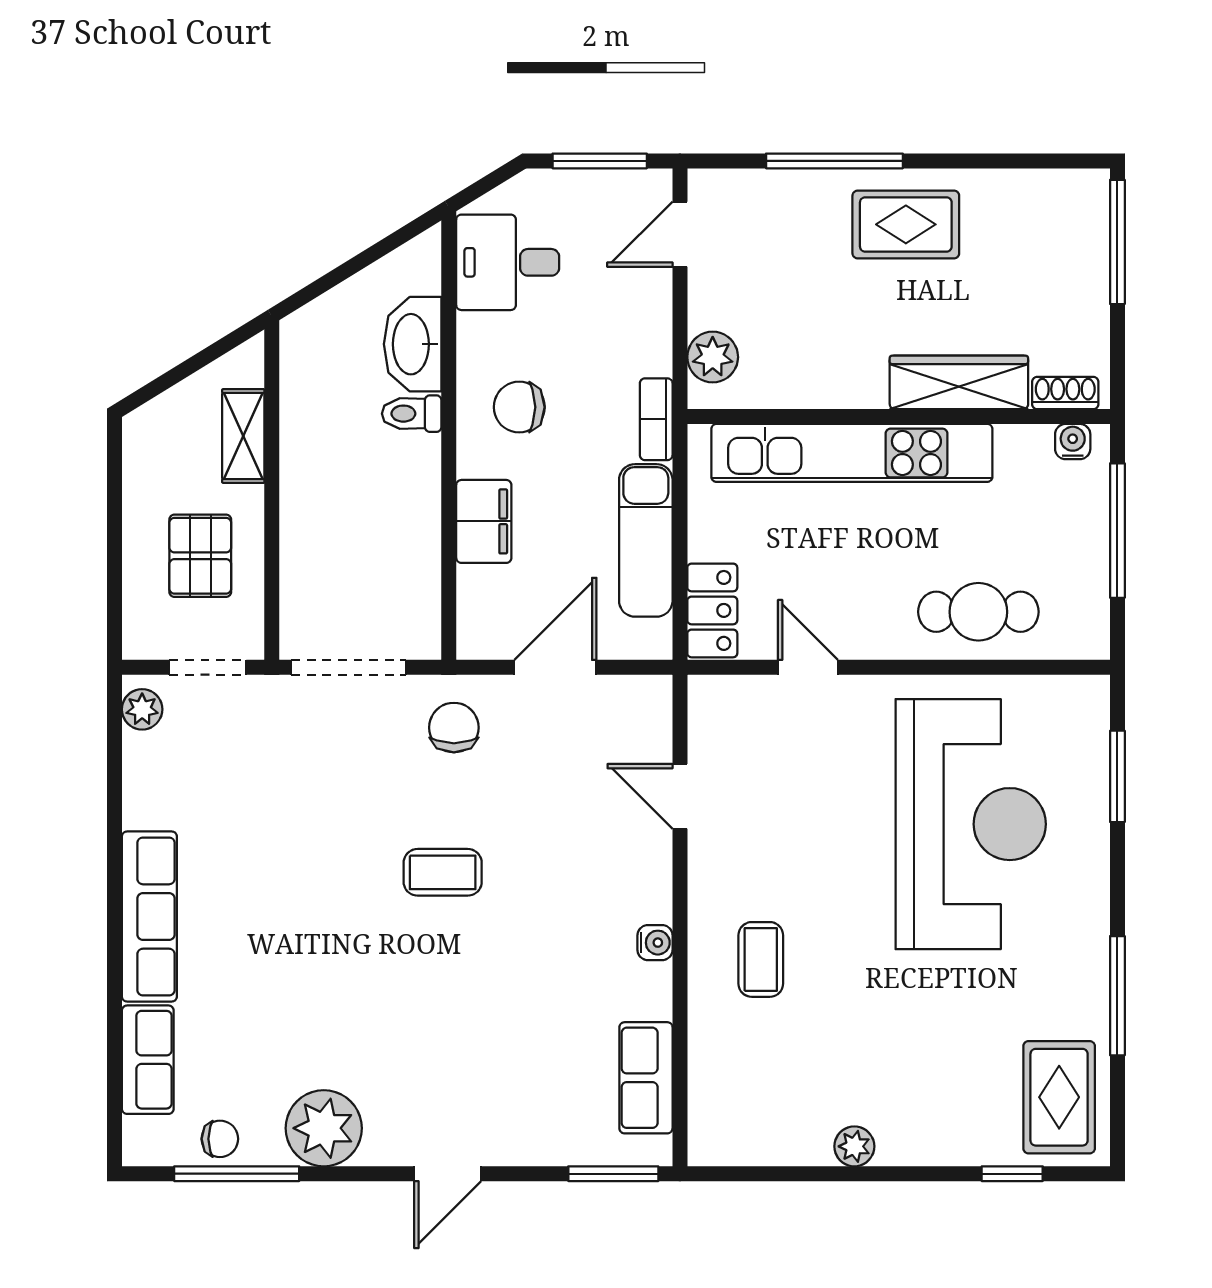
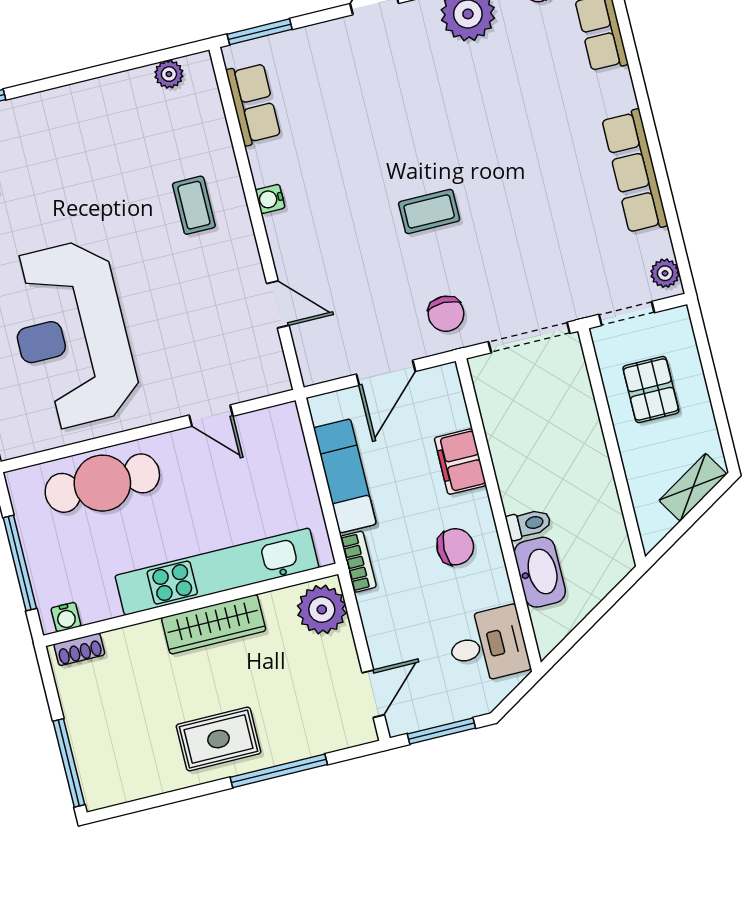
plant: (713, 357) -> (322, 610), width x1.36, depth x1.36
wardrobe: (959, 382) -> (214, 624), moved
shelving: (243, 436) -> (693, 487), moved, turned 58
locker: (712, 610) -> (287, 439), removed
cafe table: (978, 612) -> (102, 483), width x1.37, depth x1.35
row of seats: (149, 916) -> (635, 172), moved
plant: (854, 1146) -> (169, 74), moved

